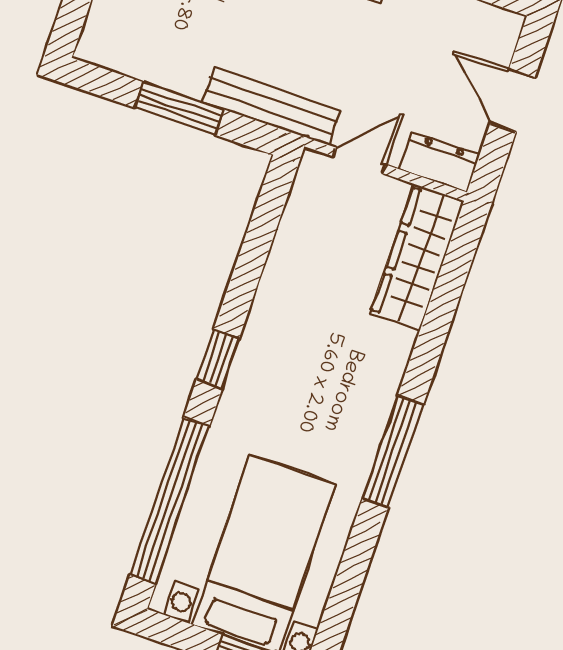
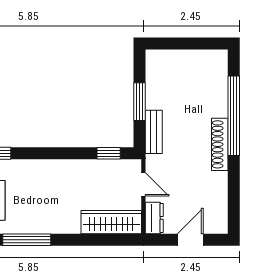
bench: (272, 106) -> (154, 132), width x0.73
window: (218, 359) -> (109, 153), moved

